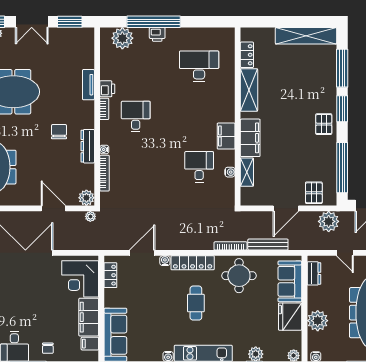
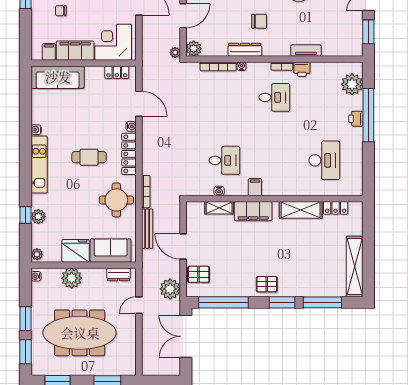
filing cabinet: (226, 136) -> (255, 187), width x0.50
chair: (48, 348) -> (61, 11), moved

